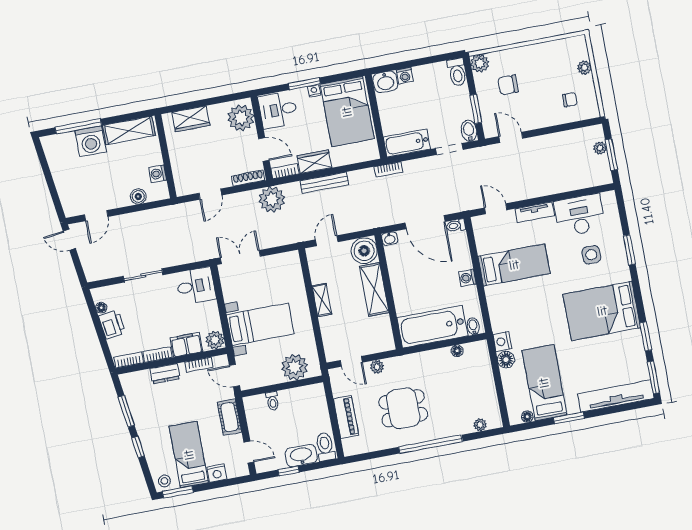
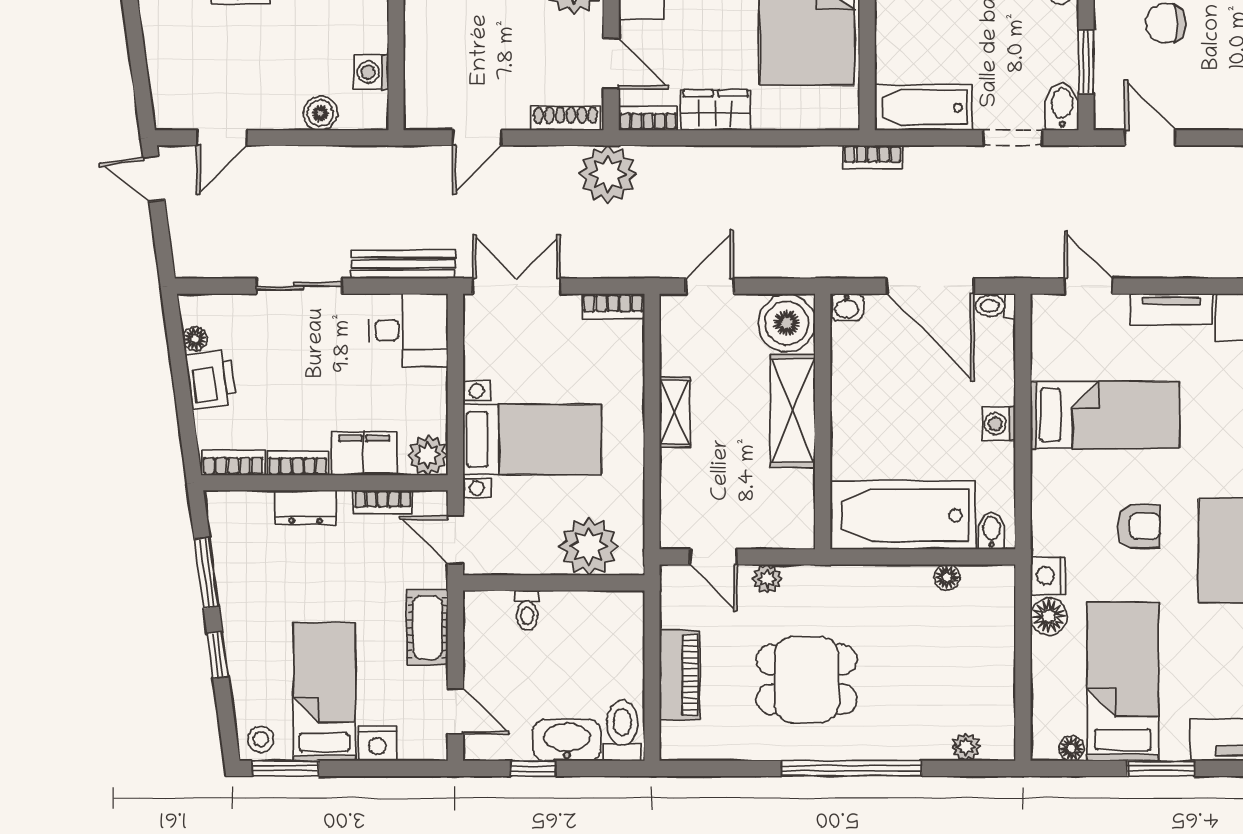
bench: (324, 183) -> (403, 264), moved
bookcase: (285, 258) -> (613, 306), added
armchair: (539, 312) -> (1139, 526), added

